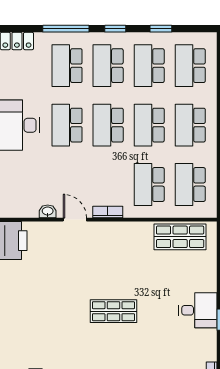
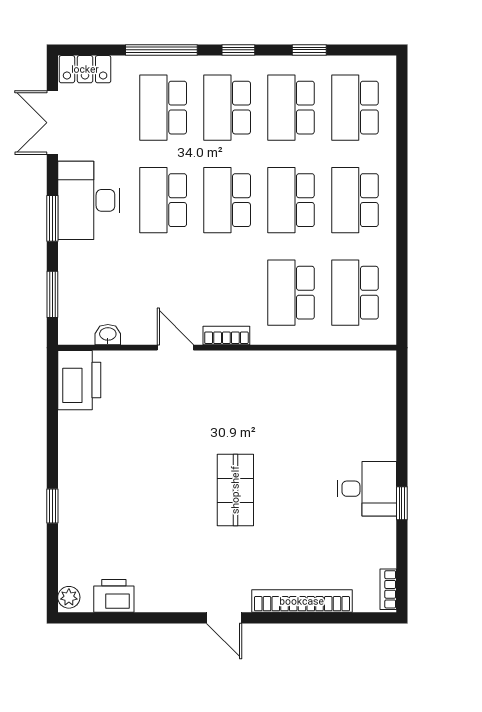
washbasin: (48, 211) -> (108, 335), moved
shop shelf: (180, 237) -> (339, 374), removed
shop shelf: (113, 311) -> (235, 490), turned 90

